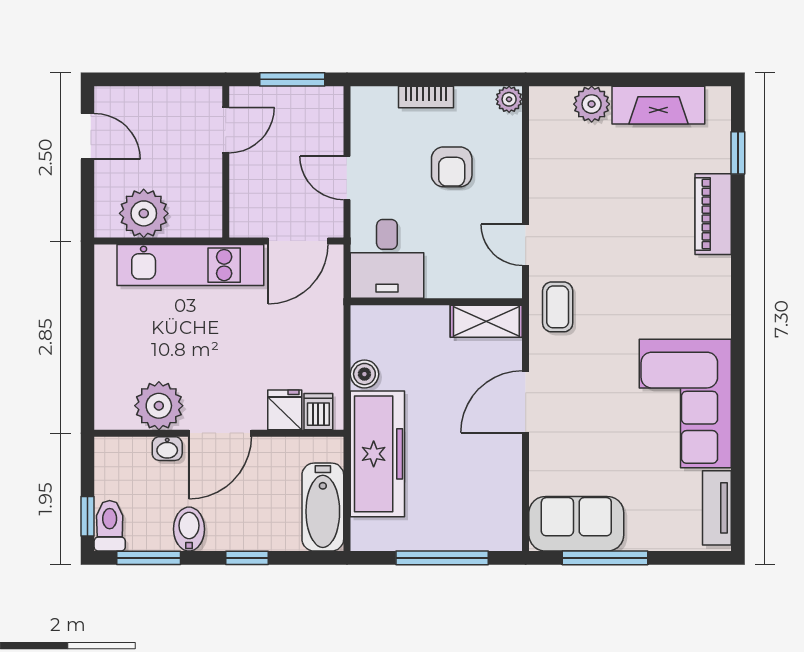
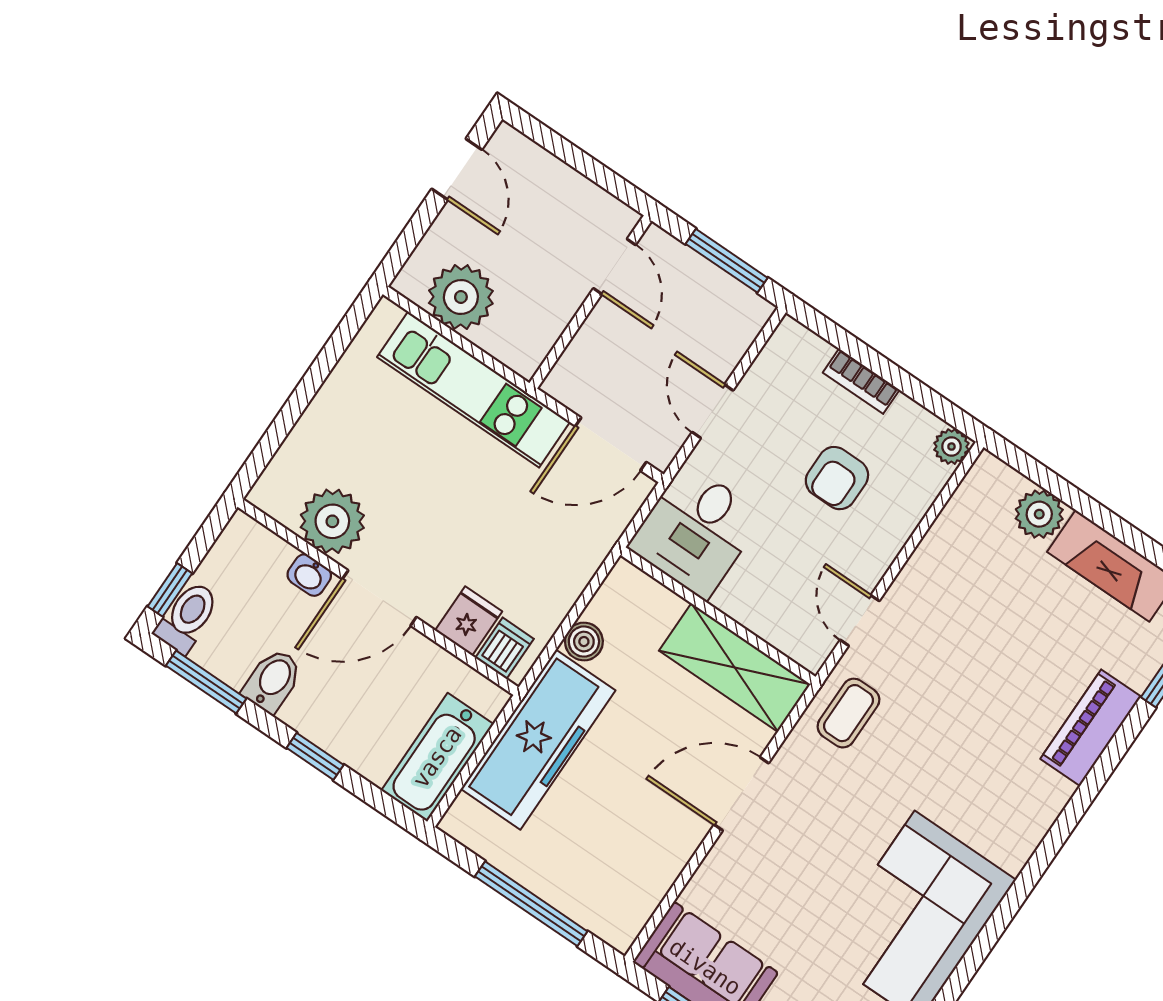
door: (226, 130) -> (615, 267), hinge flipped
shelving: (486, 321) -> (735, 668), width x1.50, depth x1.33

